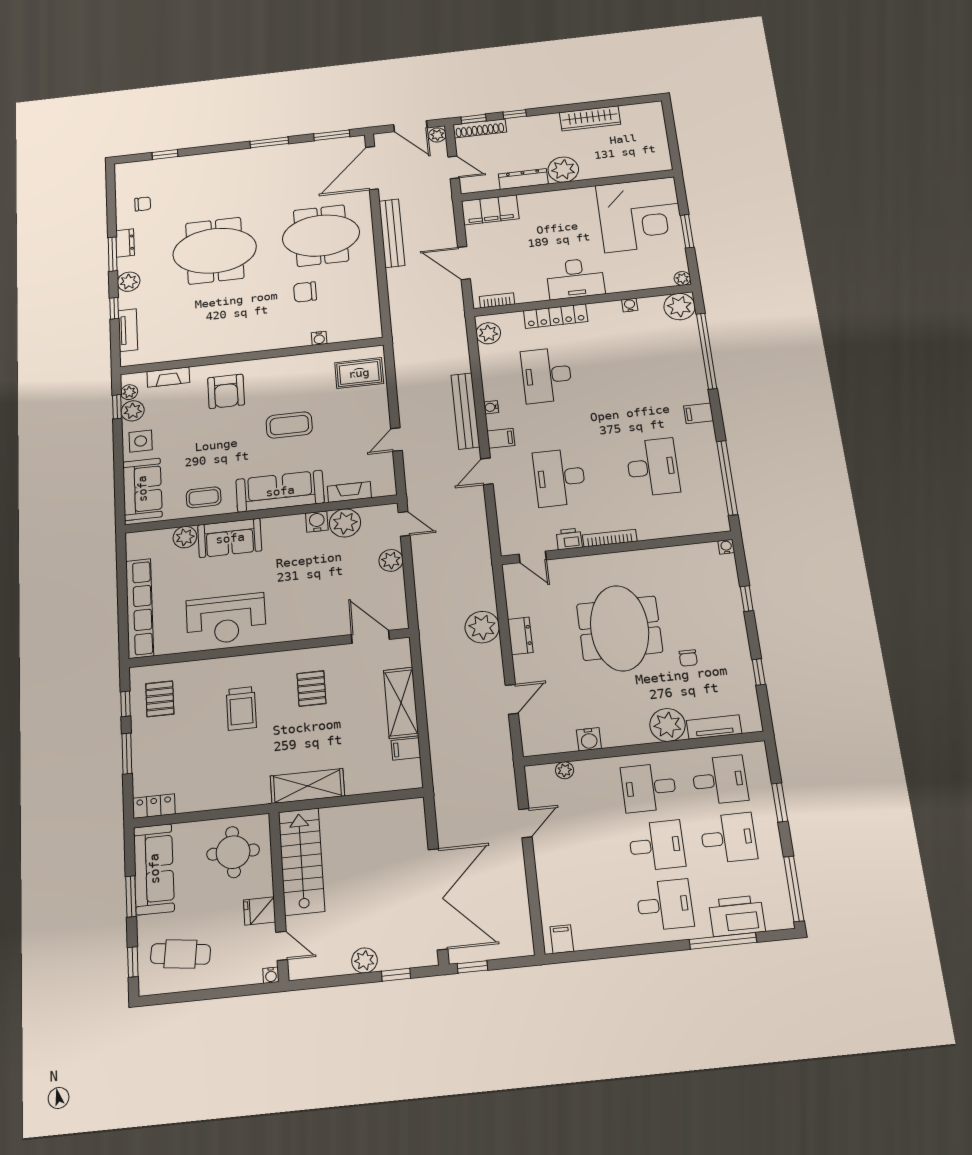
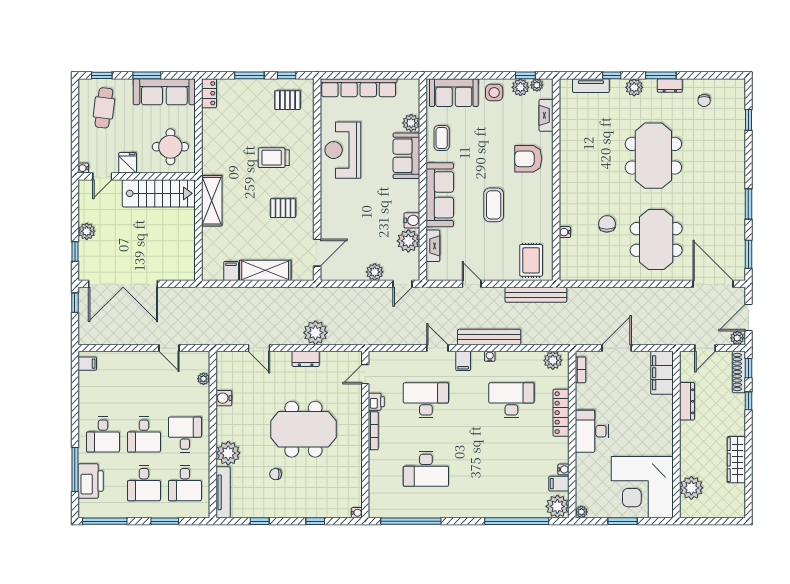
plant: (563, 170) -> (691, 488), moved
bench: (392, 233) -> (536, 295), moved
filing cabinet: (698, 413) -> (559, 484), moved, turned -90
tv unit: (714, 727) -> (223, 492), width x1.41

